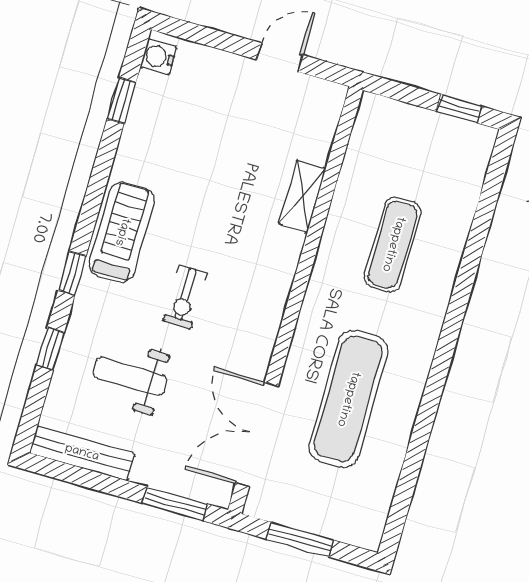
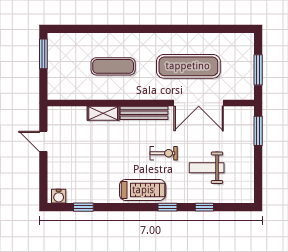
window: (459, 109) -> (43, 54), width x1.50
treadmill: (122, 232) -> (143, 190), turned 180
weight bench: (130, 376) -> (207, 168), turned 90
double door: (257, 435) -> (199, 103), moved
bench: (82, 453) -> (144, 113), moved, turned 90

